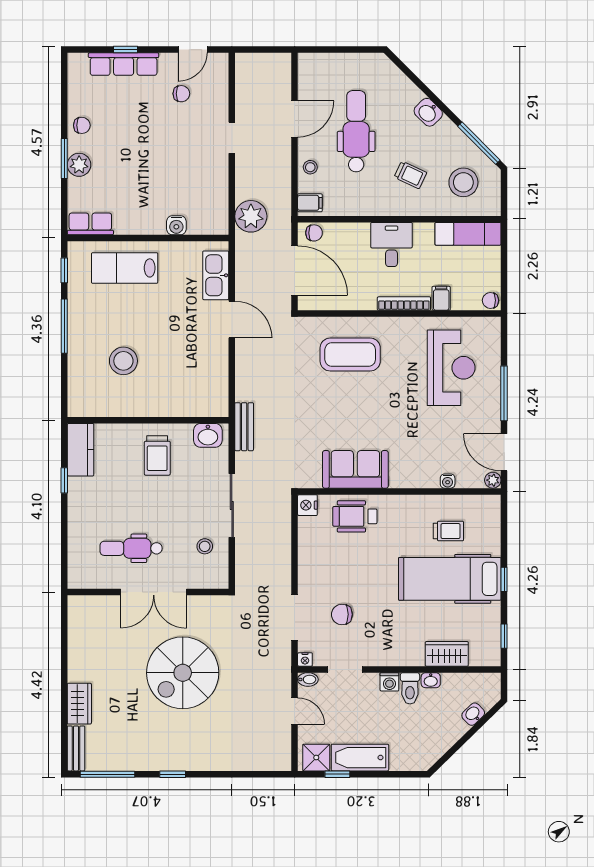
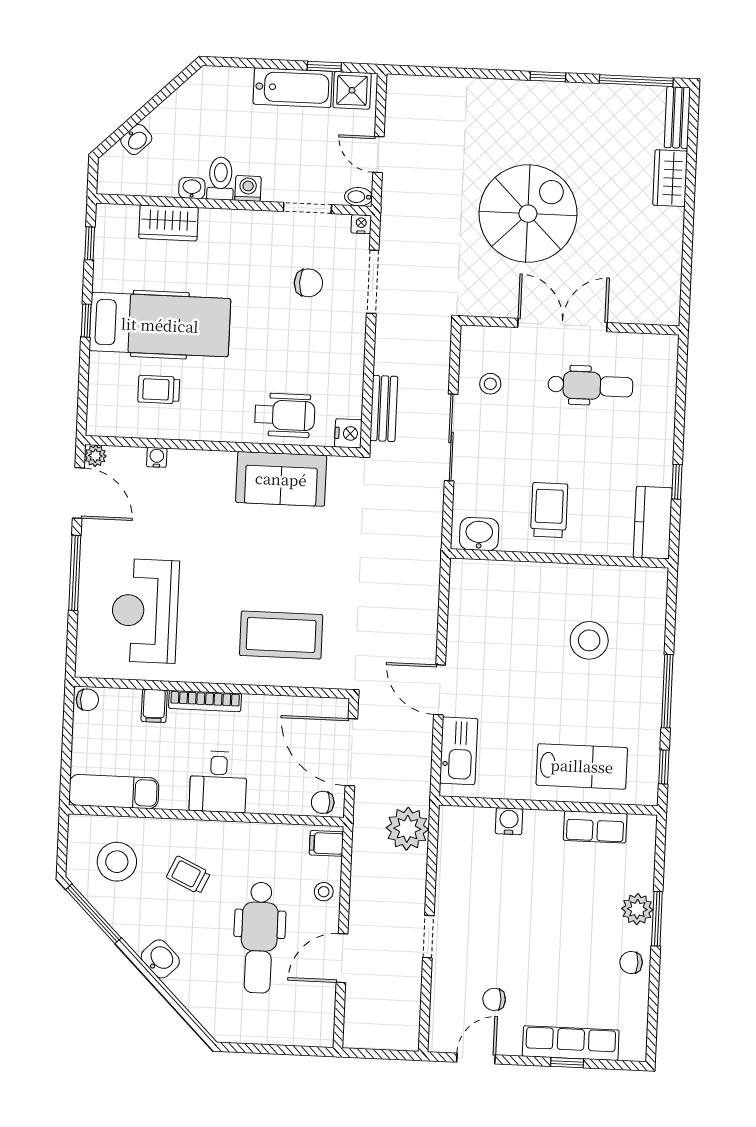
row of seats: (90, 224) -> (595, 827), moved
bench: (244, 427) -> (384, 408), moved

